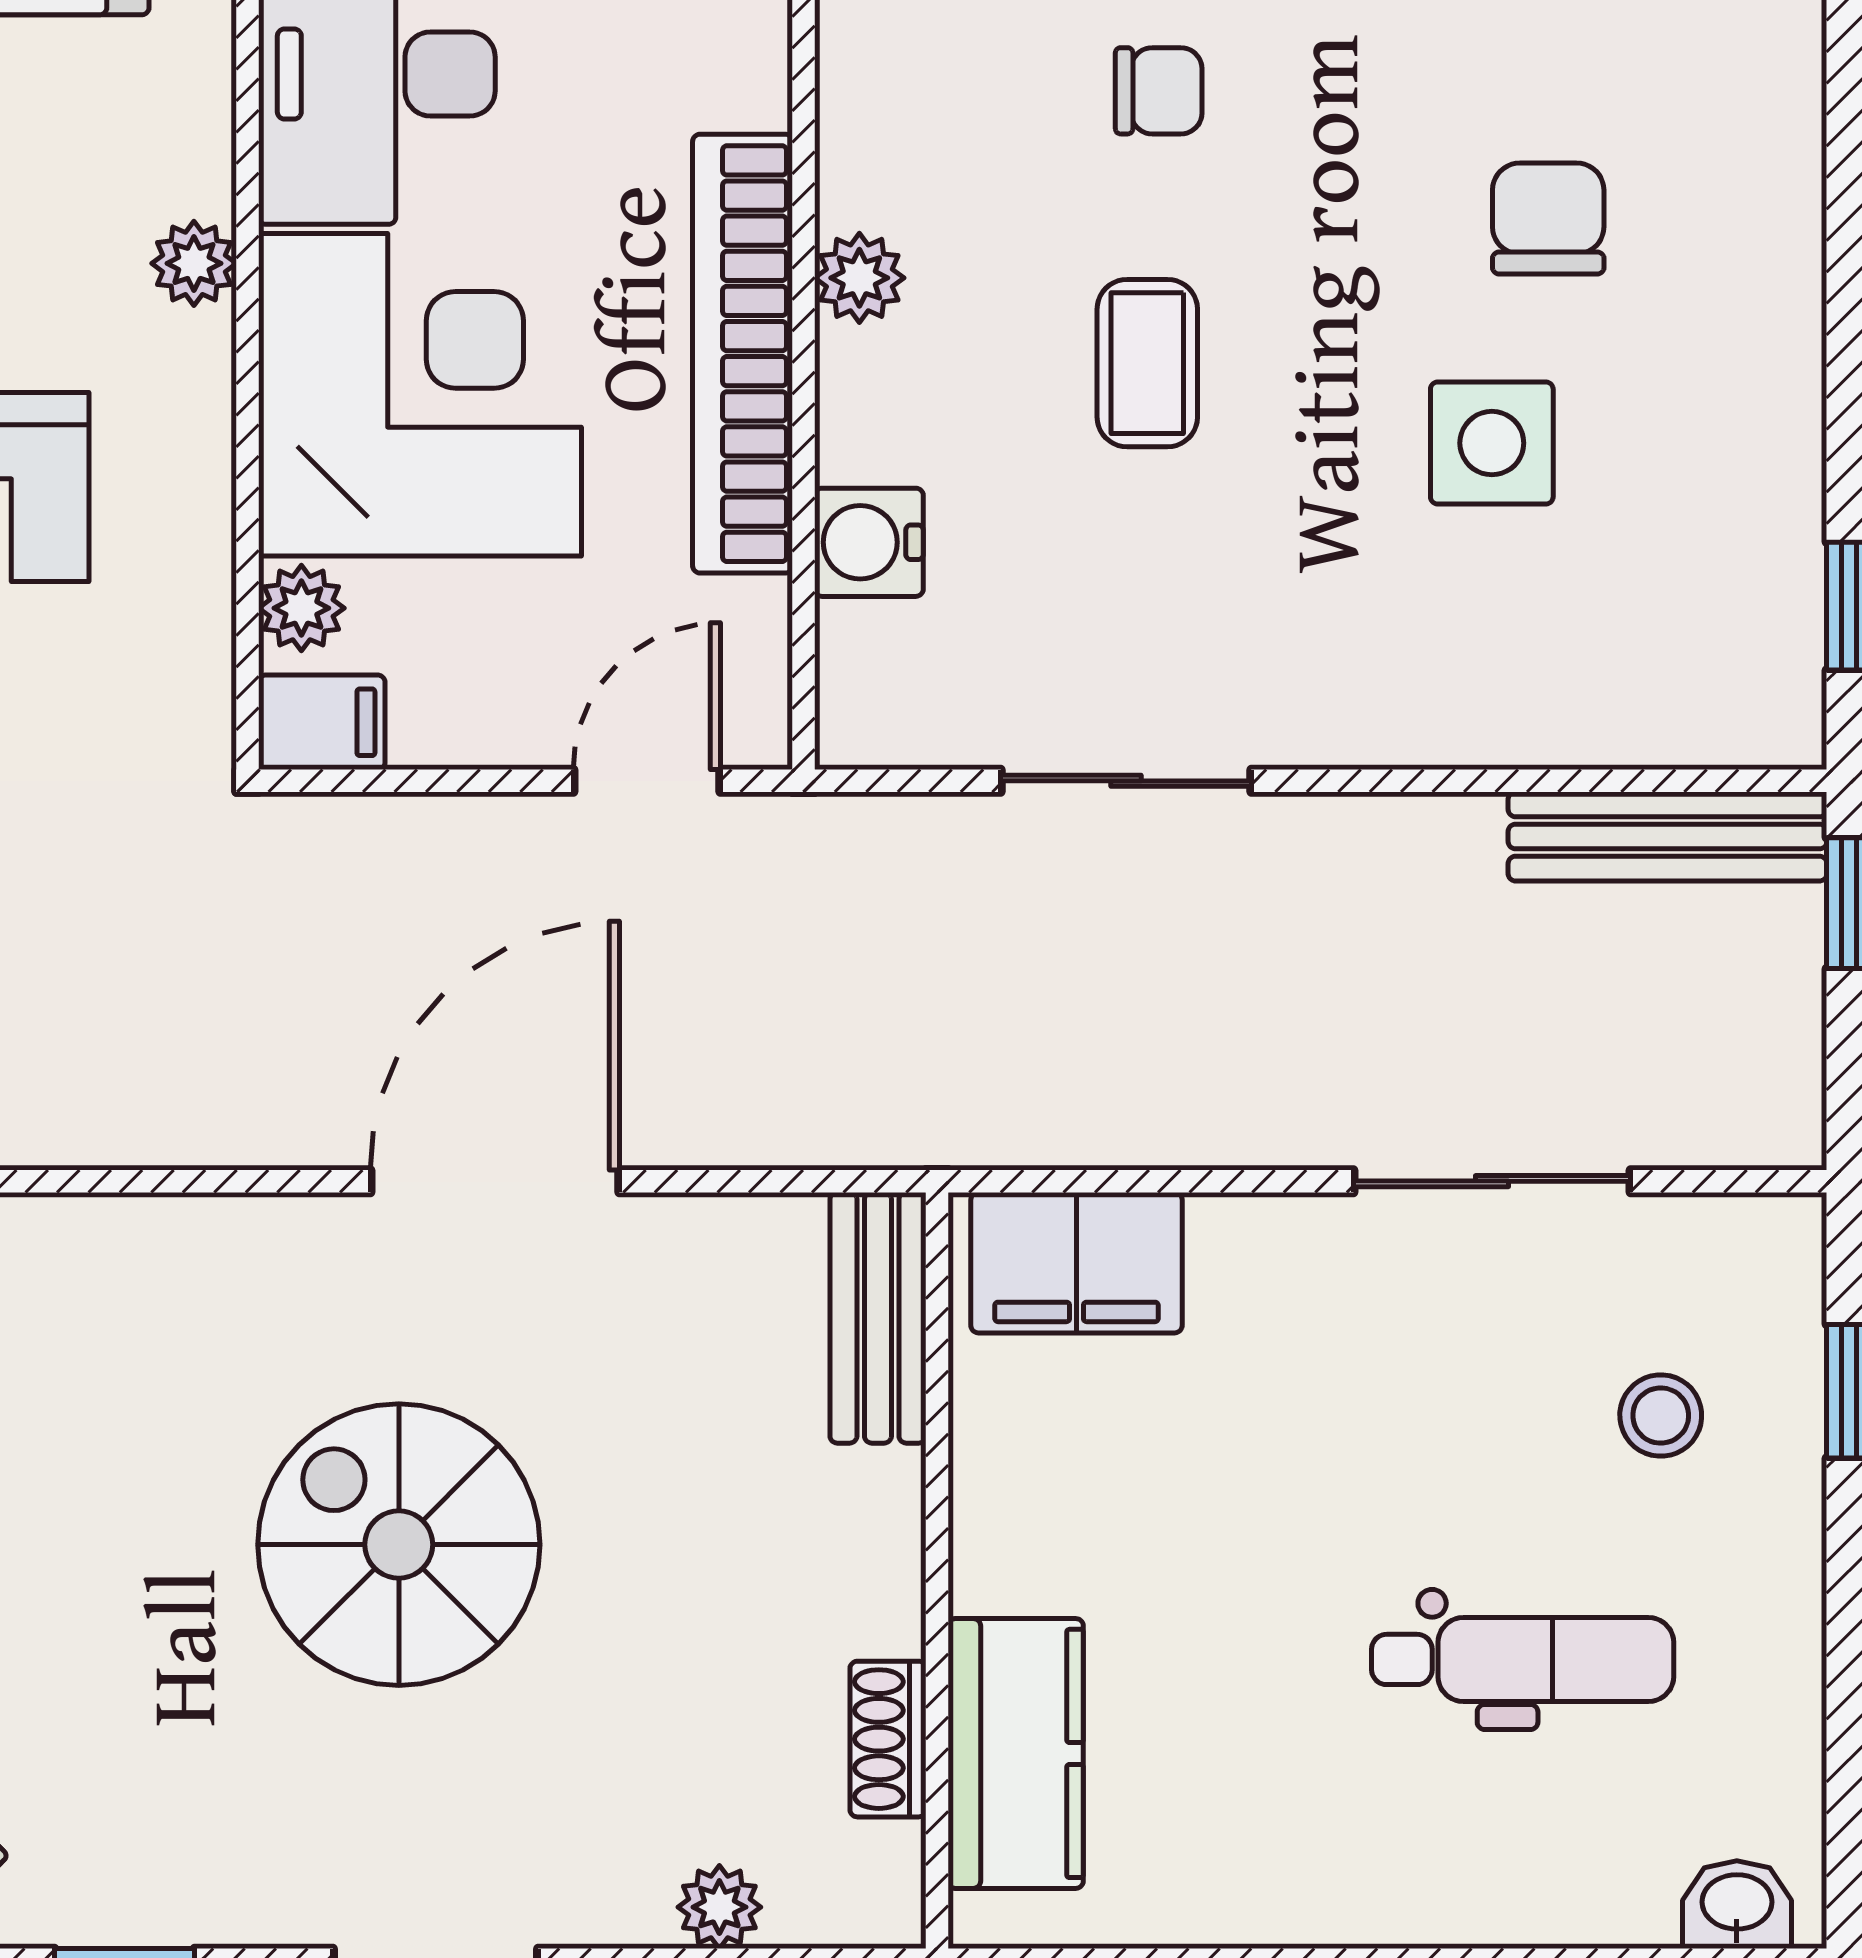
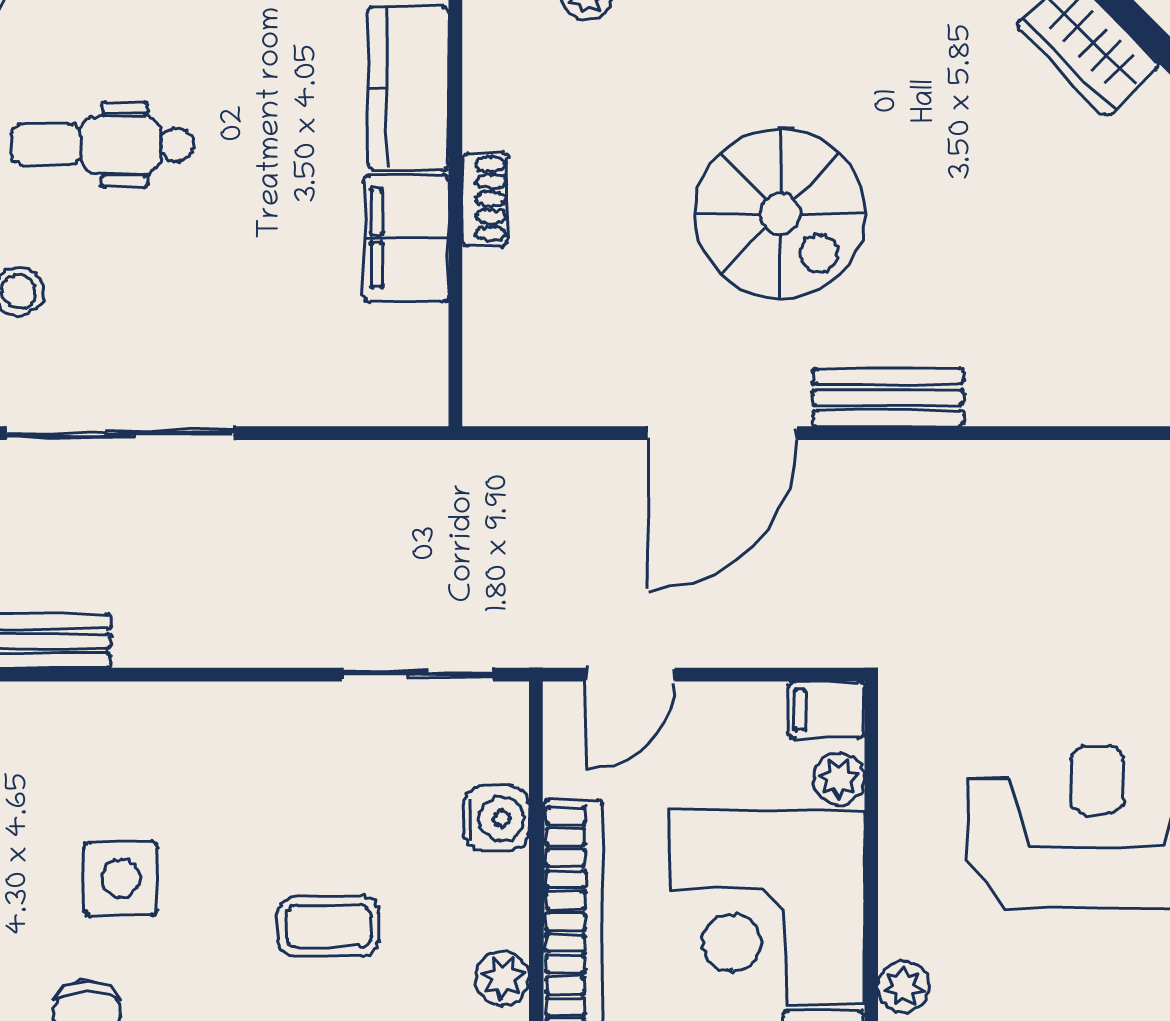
coffee table: (1147, 363) -> (329, 926), turned 90
sliding door: (1126, 781) -> (418, 675), moved
sliding door: (1492, 1181) -> (121, 433), width x1.37
filing cabinet: (1077, 1263) -> (406, 238), moved, turned -90
bench: (878, 1318) -> (888, 397), moved, turned 90
shoe rack: (888, 1739) -> (485, 199), moved

